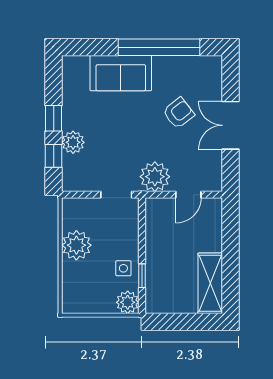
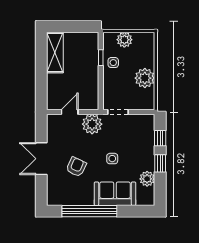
armchair: (179, 113) -> (76, 167), turned 153
side table: (125, 125) -> (112, 159), added
double door: (231, 125) -> (41, 159), swing flipped
plant: (73, 142) -> (147, 179), moved
plant: (128, 302) -> (124, 40), moved

